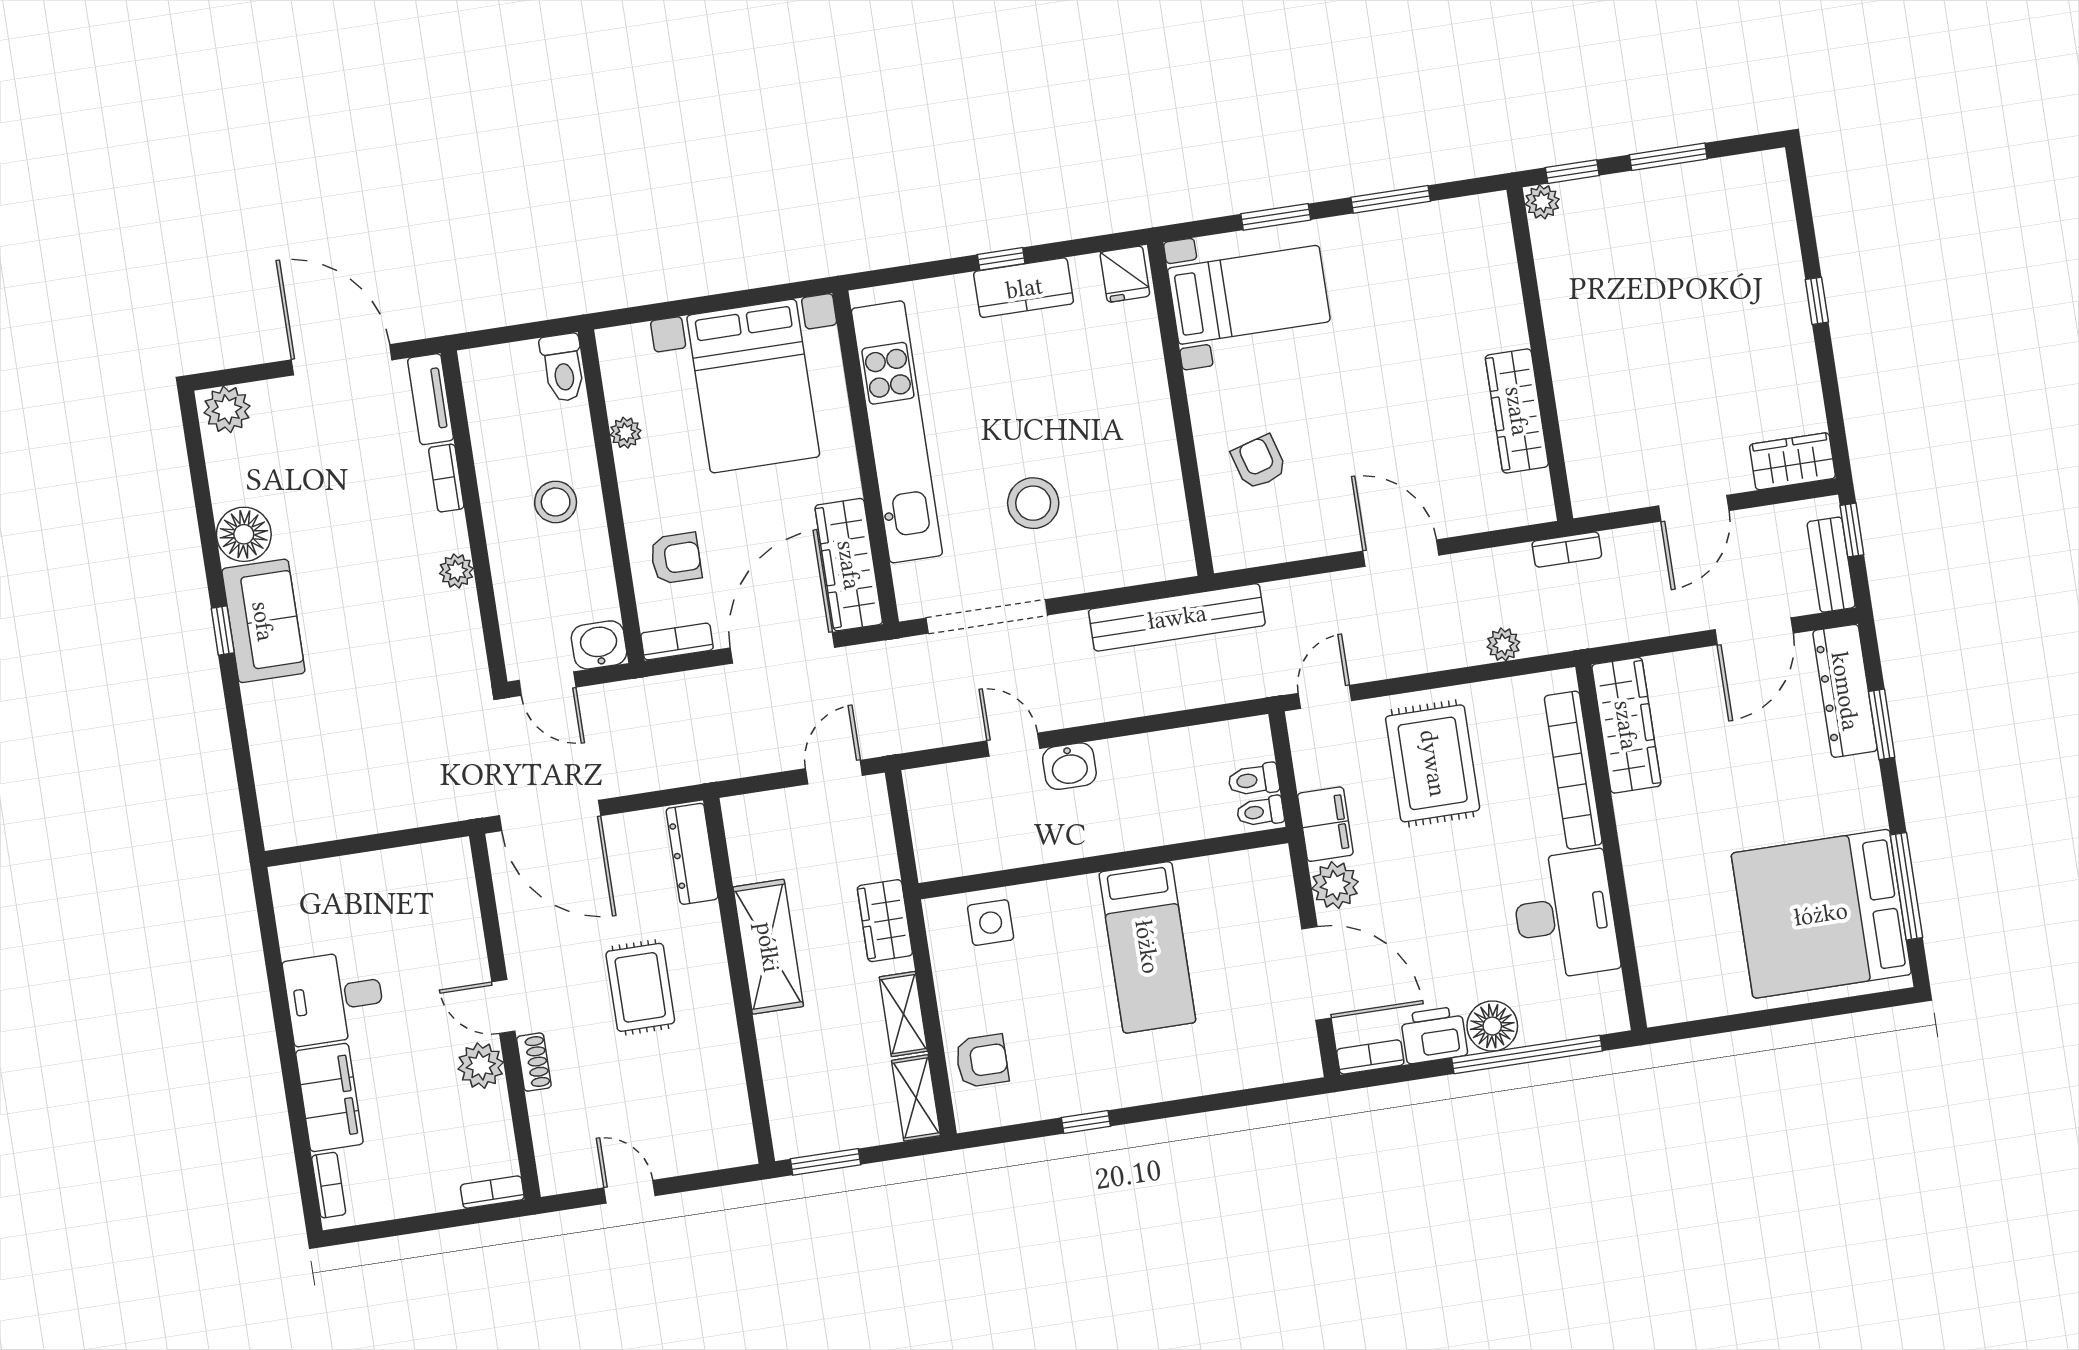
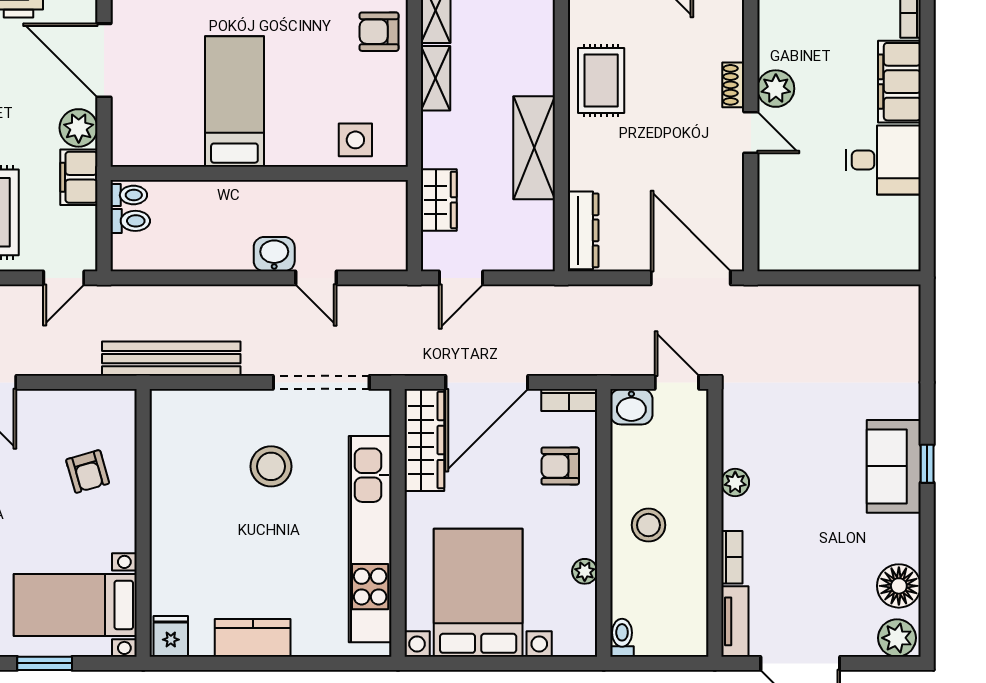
window: (1001, 259) -> (267, 663), removed
toilet: (563, 368) -> (622, 638), width x0.73, depth x0.72
floor lamp: (244, 534) -> (899, 586), moved
wardrobe: (885, 921) -> (439, 200), moved
rug: (640, 987) -> (601, 81), moved

